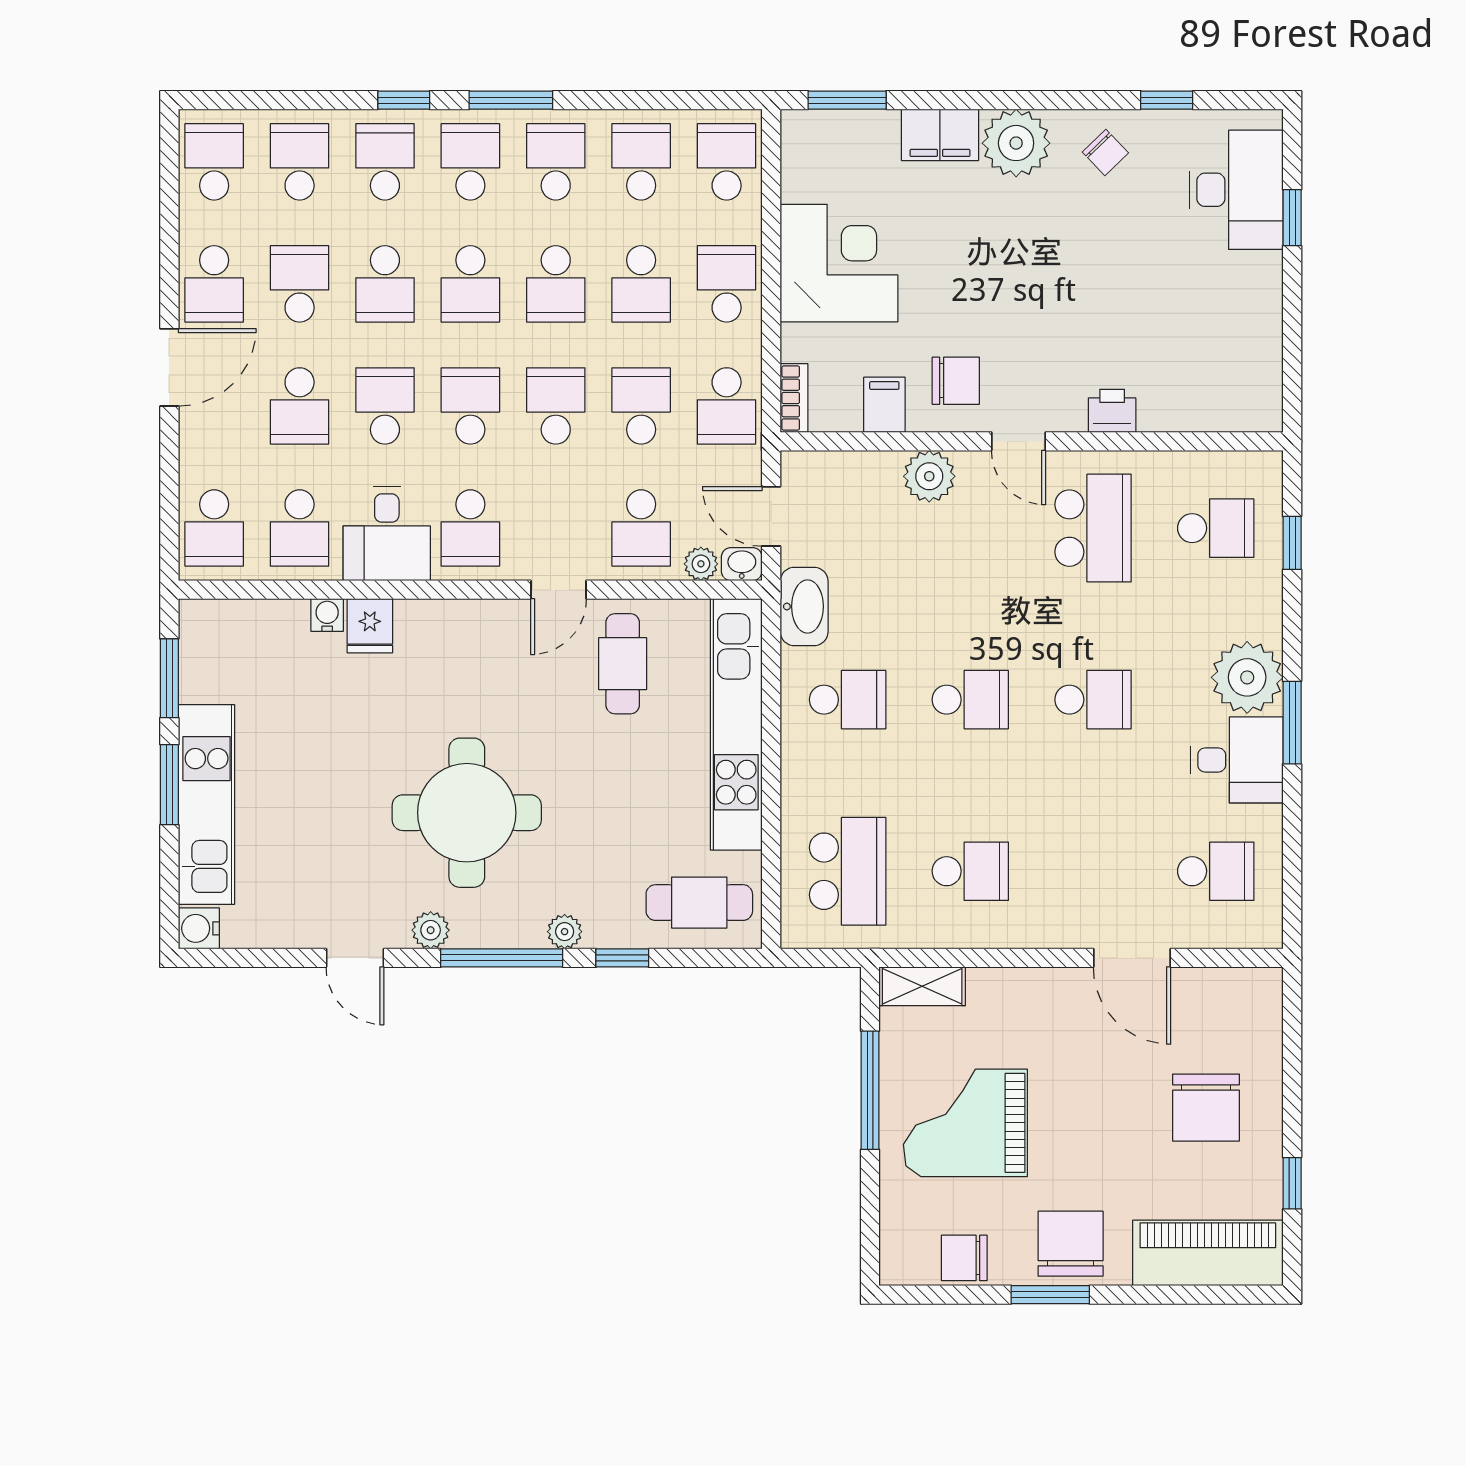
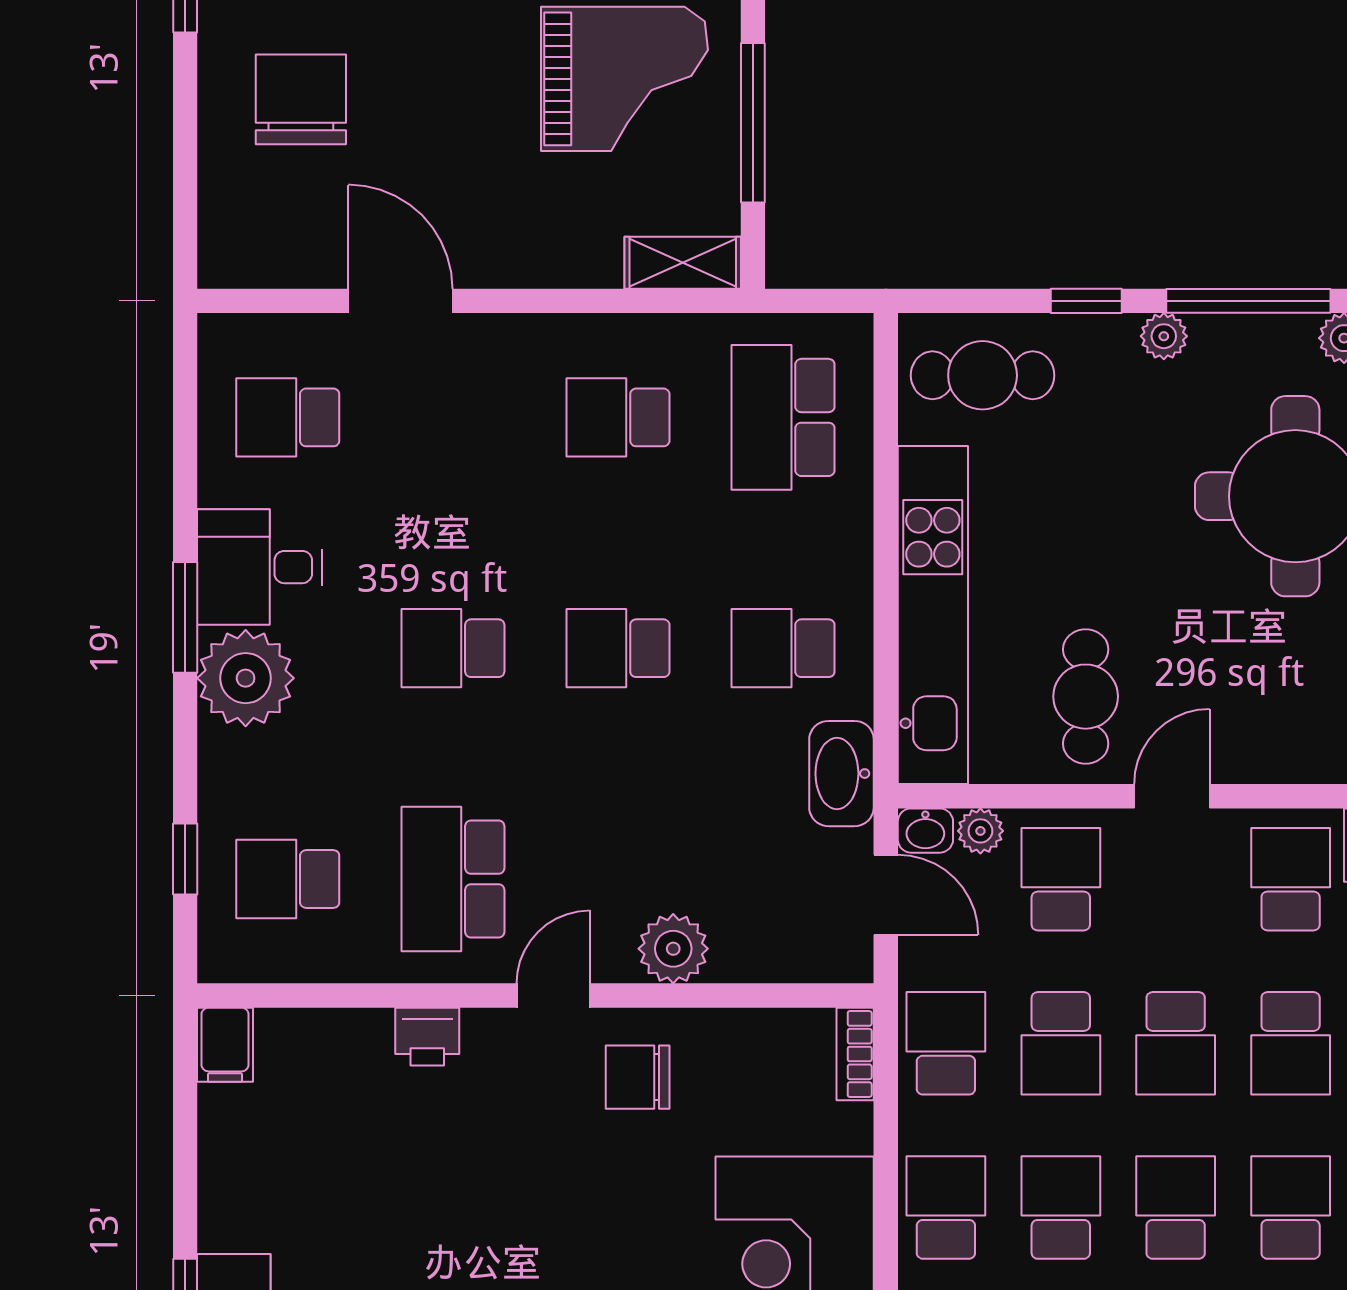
school desk: (727, 284) -> (946, 1208), turned 180
filing cabinet: (884, 405) -> (225, 1045), moved
door: (1019, 441) -> (553, 996), hinge flipped

